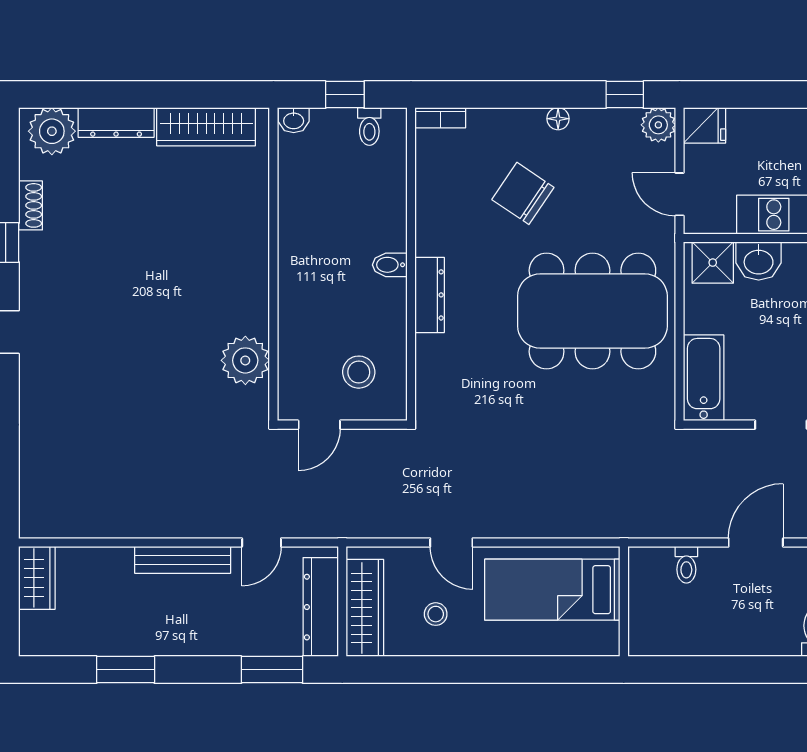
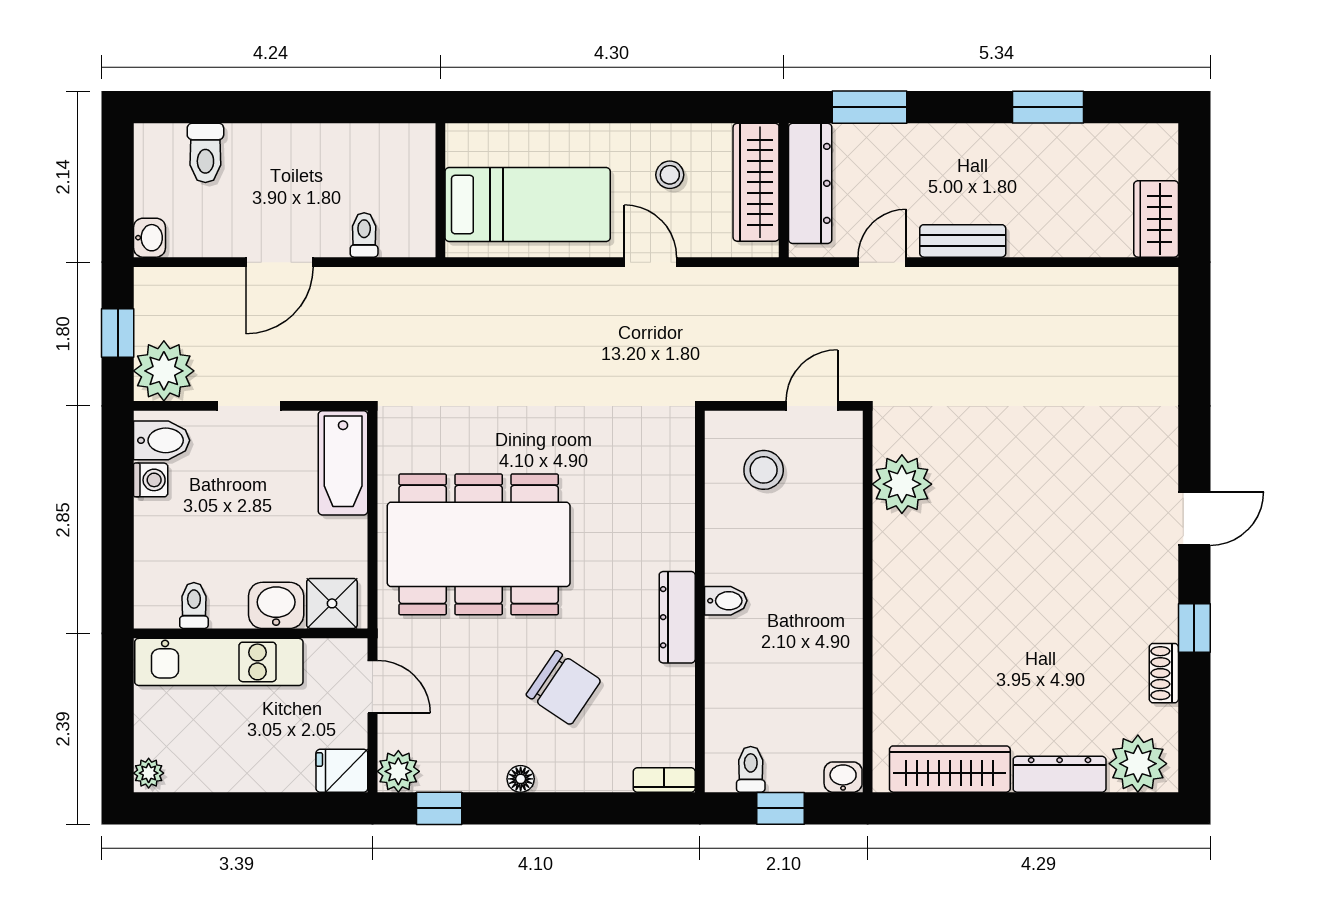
dresser: (430, 295) -> (677, 617), moved
bench: (183, 560) -> (963, 241), width x0.73

